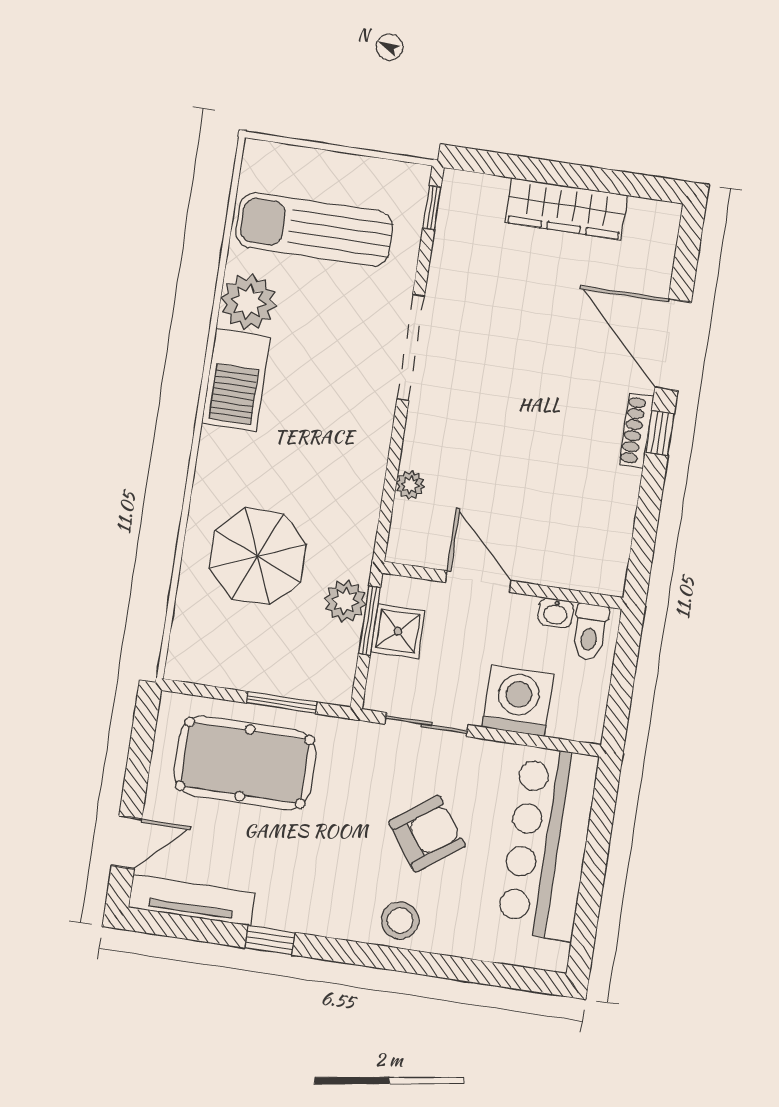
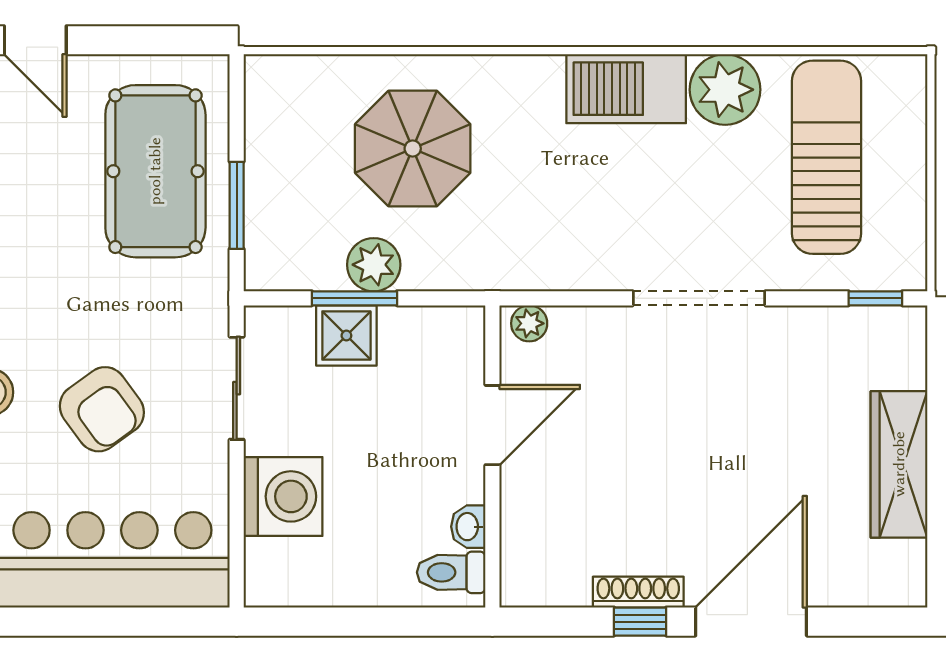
door: (478, 582) -> (492, 425), moved
wall: (503, 585) -> (492, 456), moved
washbasin: (556, 613) -> (468, 527), moved
toilet: (590, 632) -> (451, 572), moved

